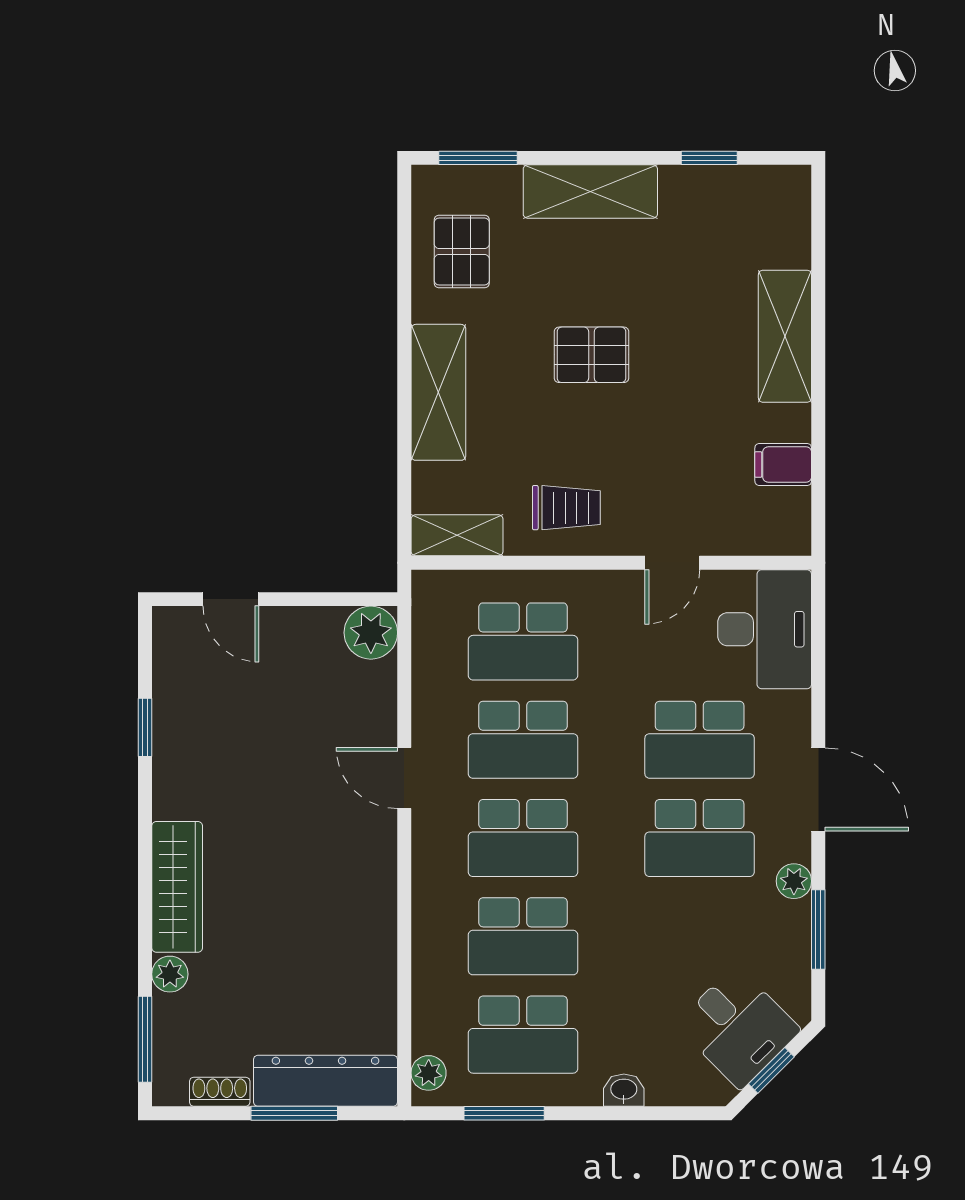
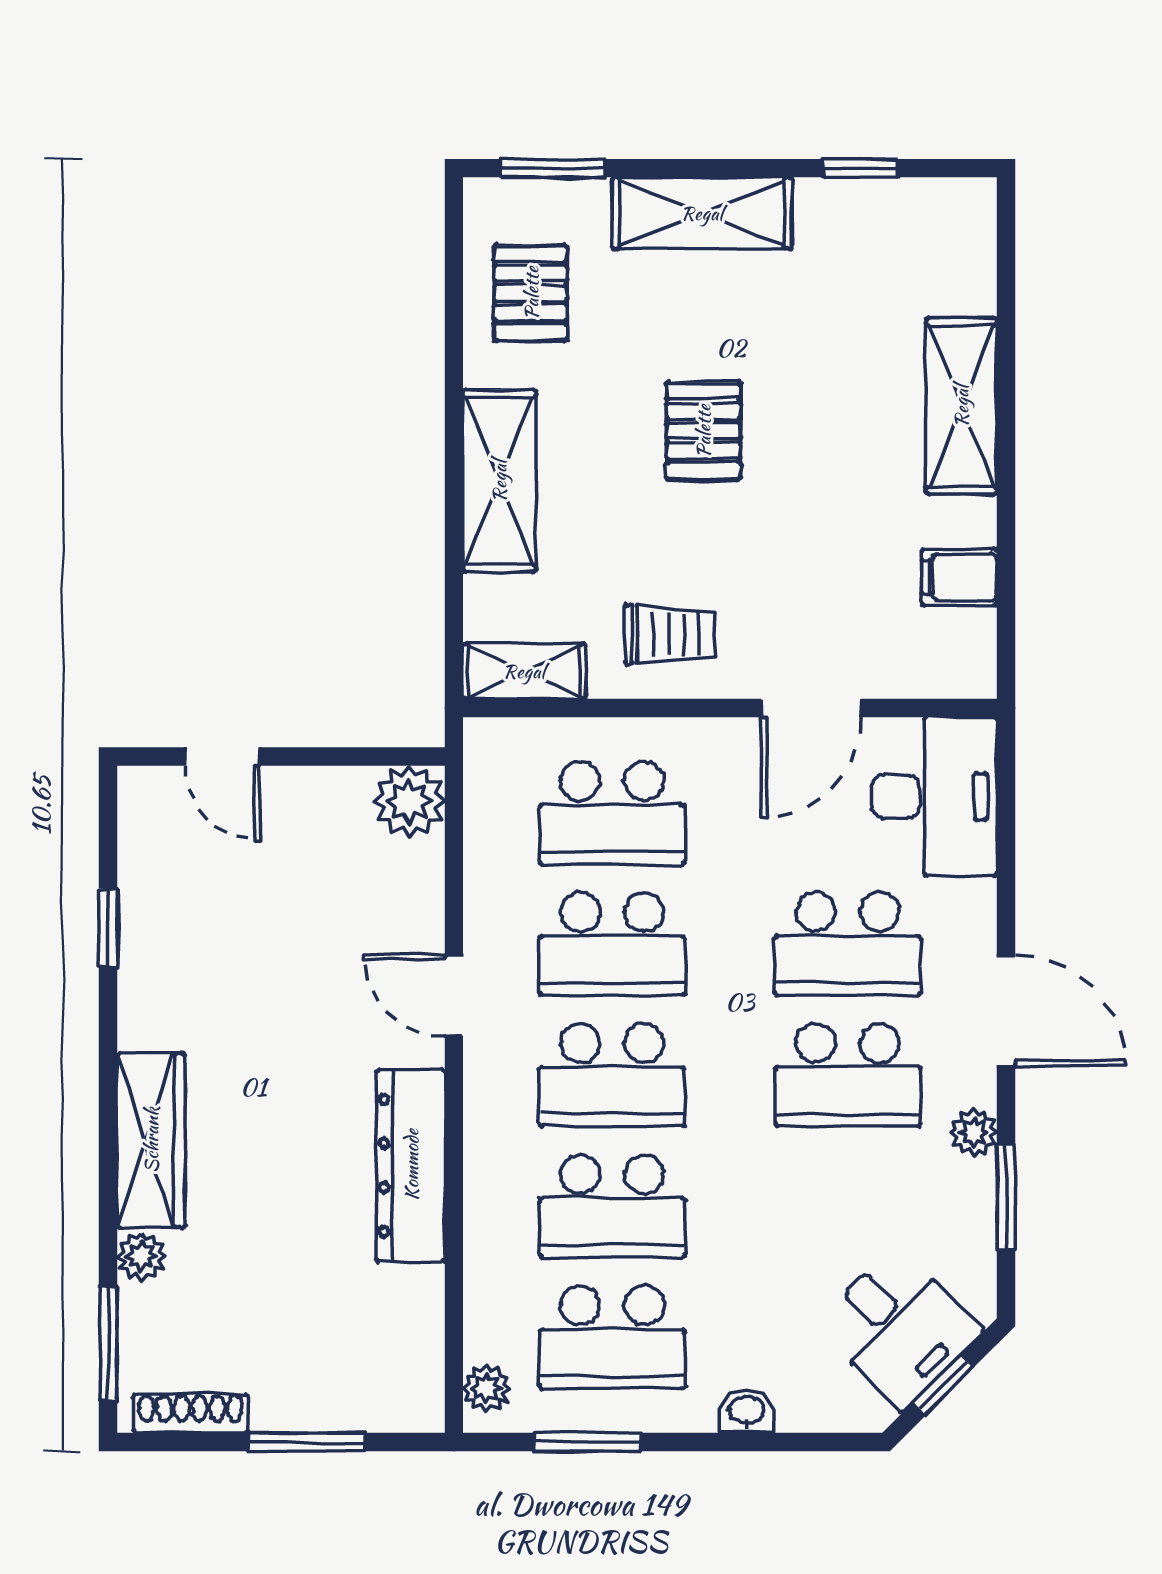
pallet: (591, 355) -> (703, 431), turned 90
door: (672, 563) -> (811, 708), width x1.38
dresser: (326, 1081) -> (411, 1165), moved, turned -90
shoe rack: (220, 1092) -> (191, 1413), width x1.43

